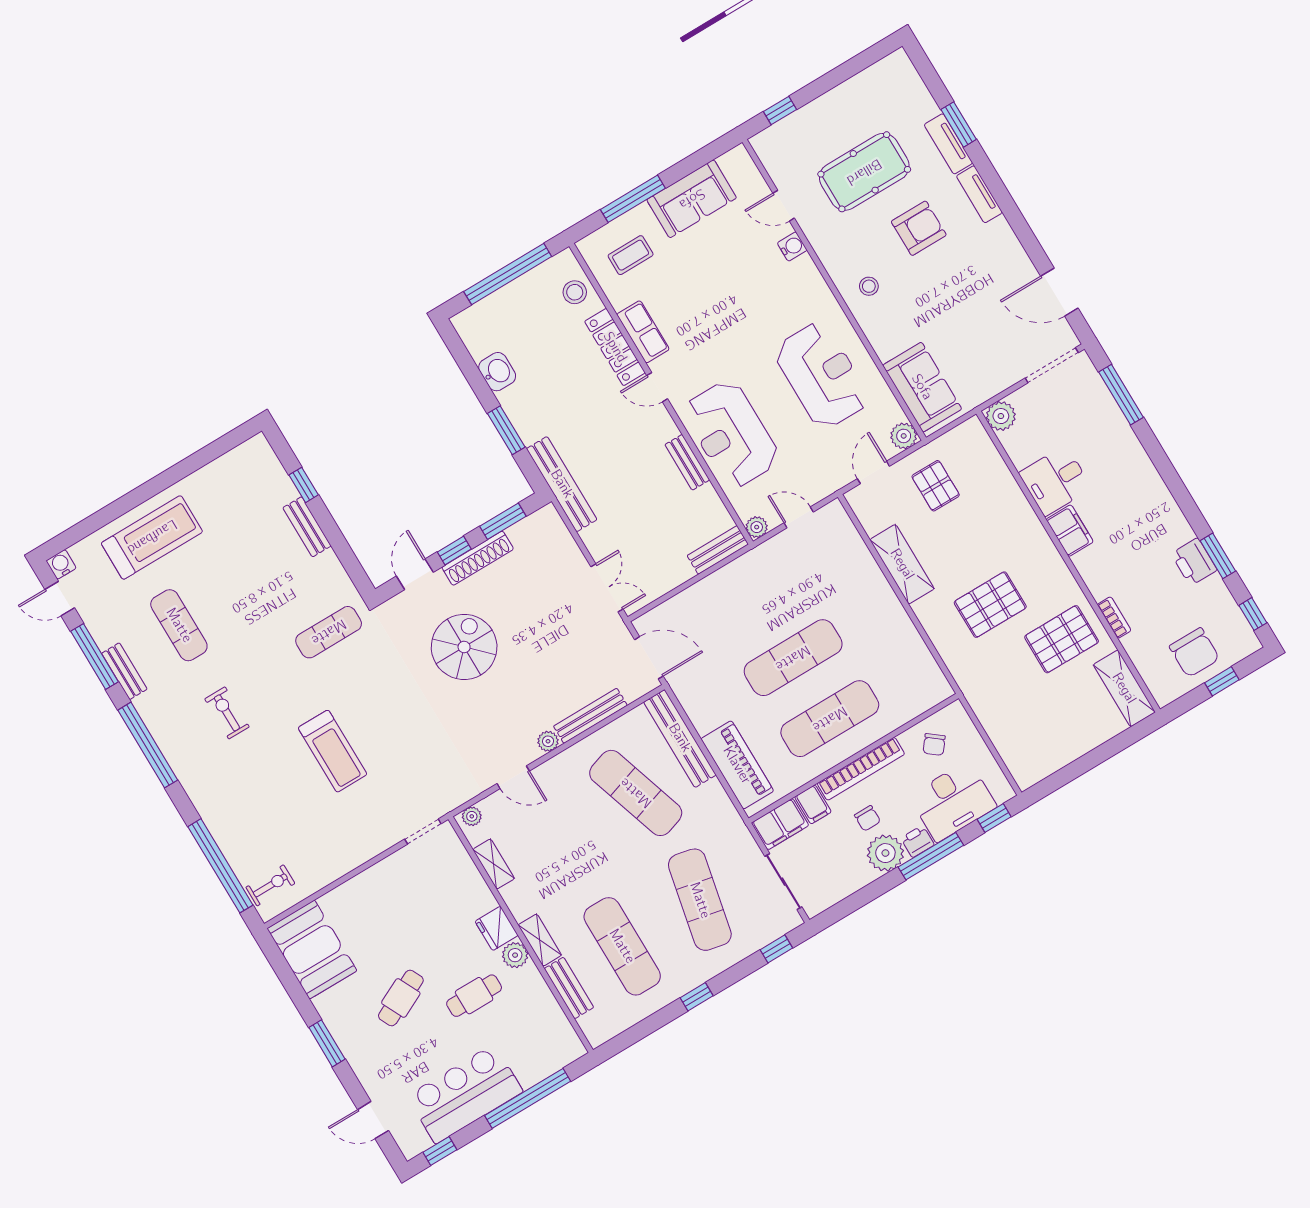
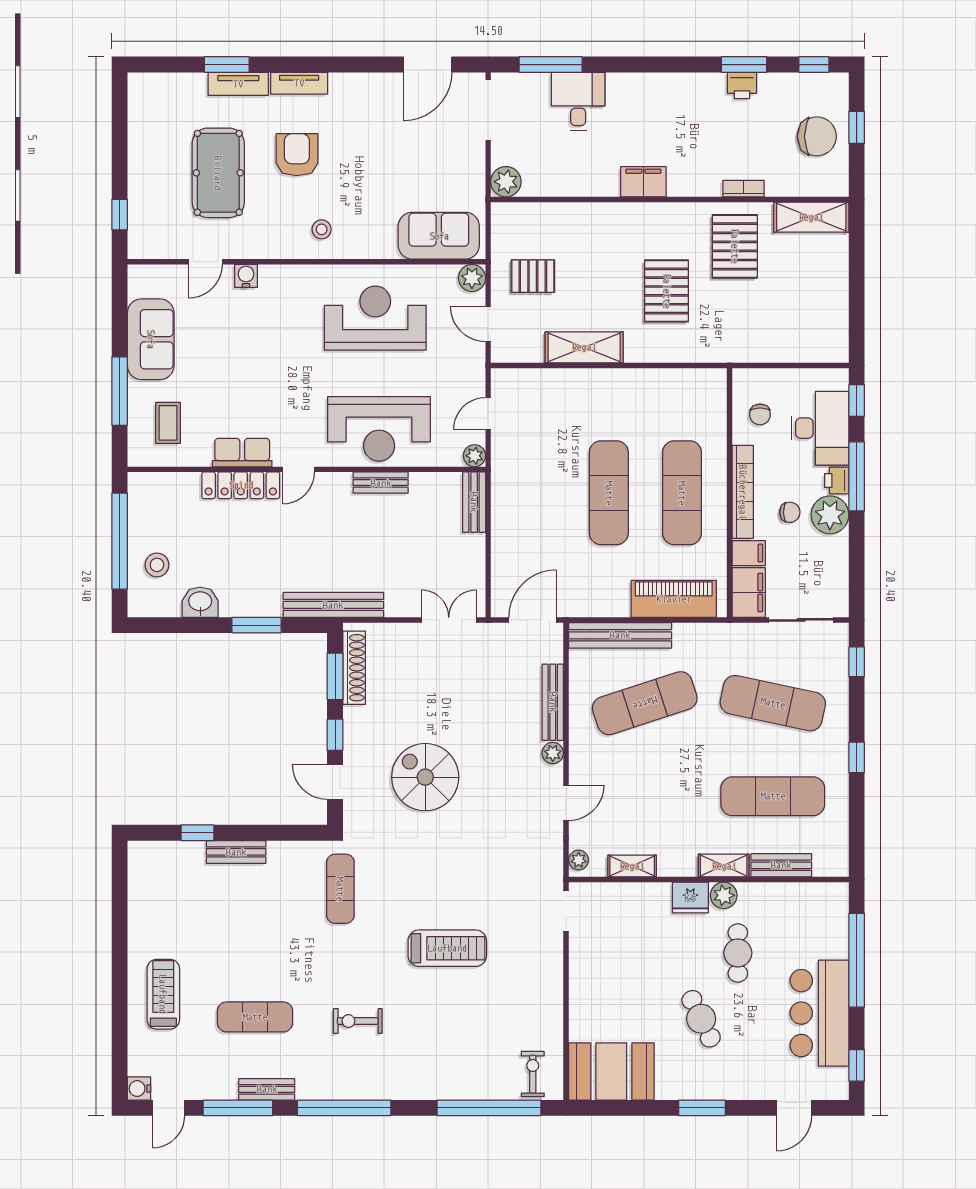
stool: (575, 292) -> (157, 565), moved
desk: (1055, 481) -> (578, 101), moved, turned 180
treadmill: (152, 537) -> (163, 994), width x0.73, depth x0.73
shoe rack: (478, 558) -> (354, 668), moved
printer: (1194, 562) -> (742, 86), width x0.73, depth x0.81
chair: (934, 744) -> (760, 414), turned 52

